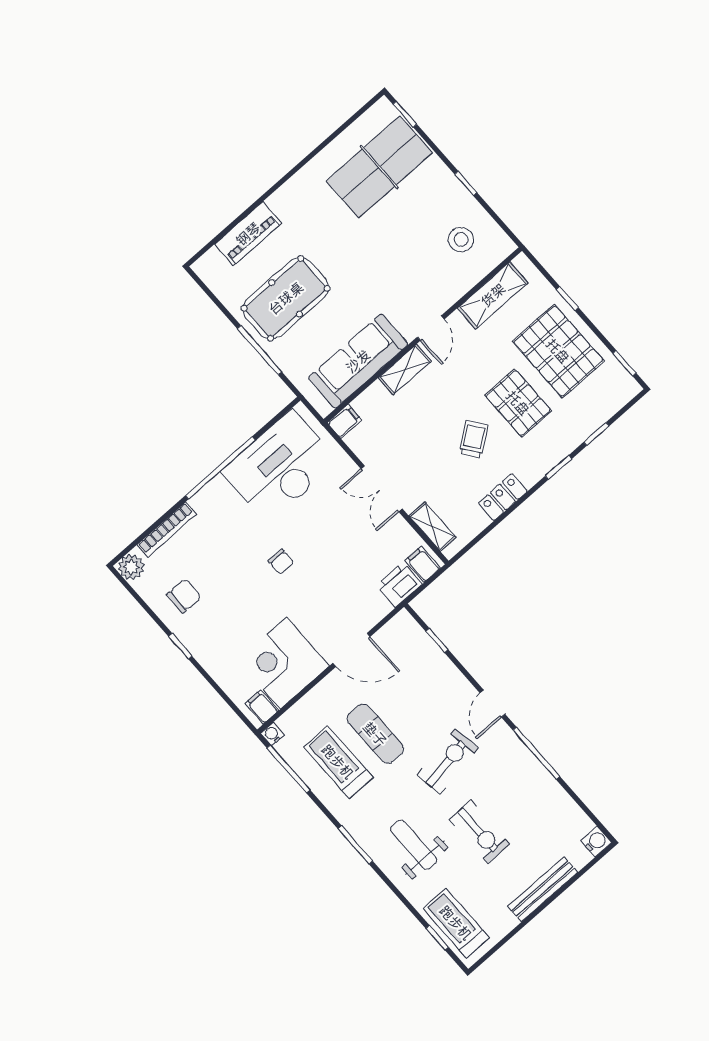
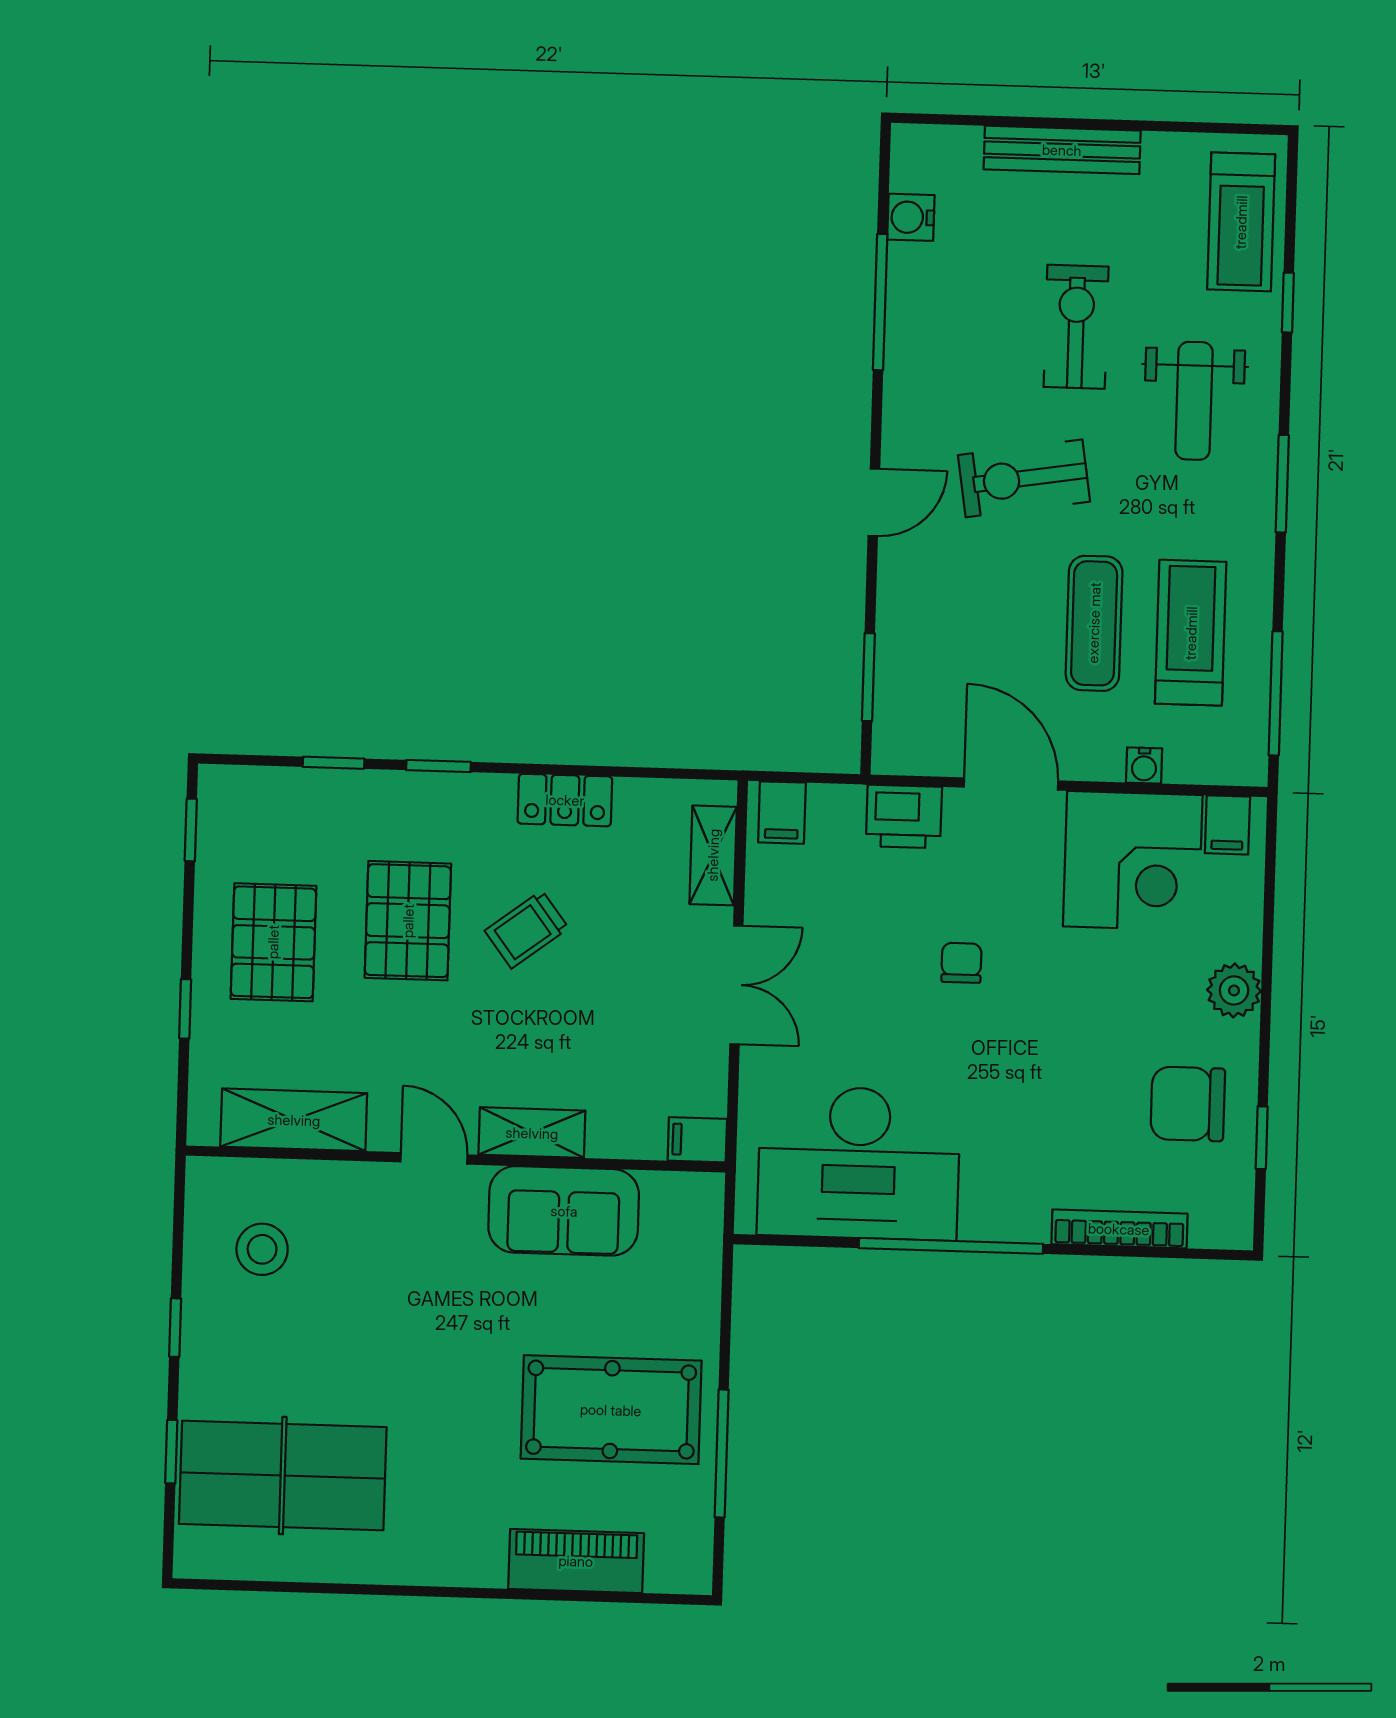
window: (405, 114) -> (171, 1452), moved
door: (431, 328) -> (434, 1158), hinge flipped
window: (259, 350) -> (722, 1454), moved
pallet: (558, 351) -> (273, 942), width x0.73, depth x0.71
sofa: (358, 361) -> (564, 1211), width x0.73
chair: (281, 562) -> (961, 963), moved
plant: (131, 567) -> (1234, 990), moved
printer: (399, 585) -> (904, 817), moved
chair: (184, 596) -> (1188, 1104), width x1.37, depth x1.37
window: (437, 640) -> (868, 677), width x1.50
window: (180, 646) -> (1262, 1138), moved
water cooler: (272, 734) -> (1144, 766), moved
window: (536, 753) -> (880, 302), moved
treadmill: (338, 762) -> (1191, 633), turned 180
water cooler: (596, 841) -> (911, 217), moved
window: (437, 938) -> (1288, 303), moved

